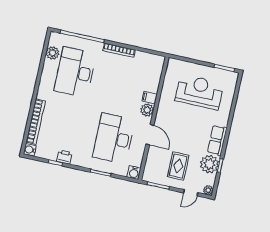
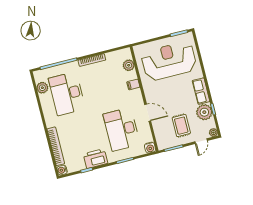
reception desk: (199, 92) -> (169, 61), width x1.36, depth x1.30
plant: (147, 110) -> (129, 65), moved
printer: (64, 157) -> (95, 159), width x1.87, depth x1.48

